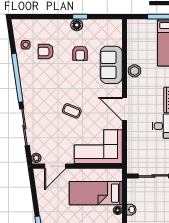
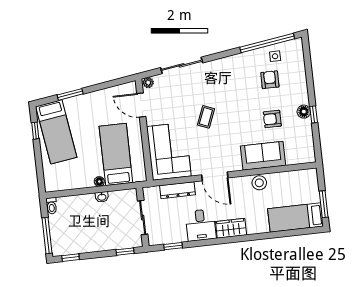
window: (17, 78) -> (267, 43), moved
door: (125, 109) -> (215, 176), swing flipped
dresser: (133, 143) -> (177, 190), added

